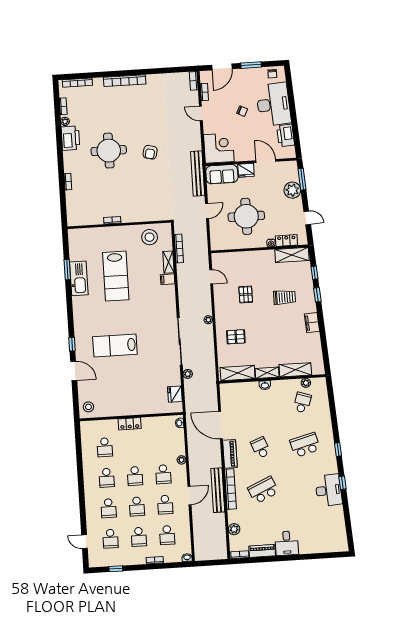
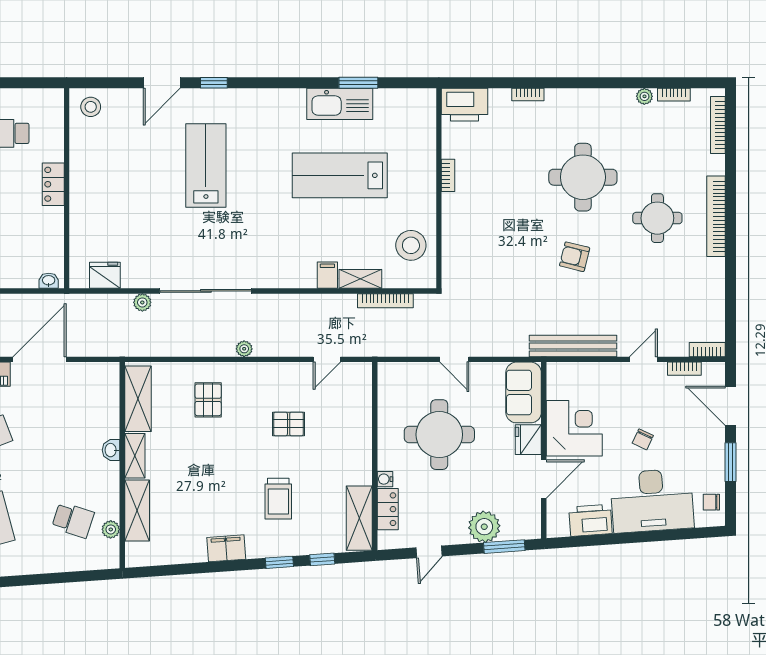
round table: (127, 111) -> (657, 218), added
printer: (70, 138) -> (465, 105), moved
corner desk: (219, 148) -> (574, 428), moved, turned -90
bench: (198, 174) -> (573, 346), moved

